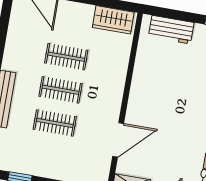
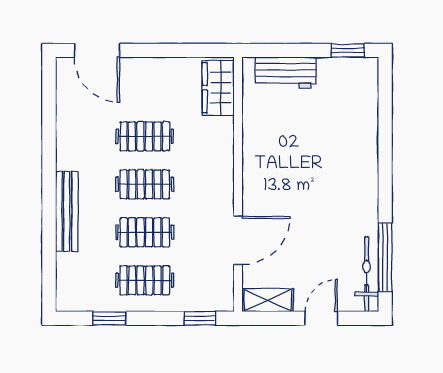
wardrobe: (113, 20) -> (218, 88), moved, turned 90
clothes rail: (49, 156) -> (145, 280), added

